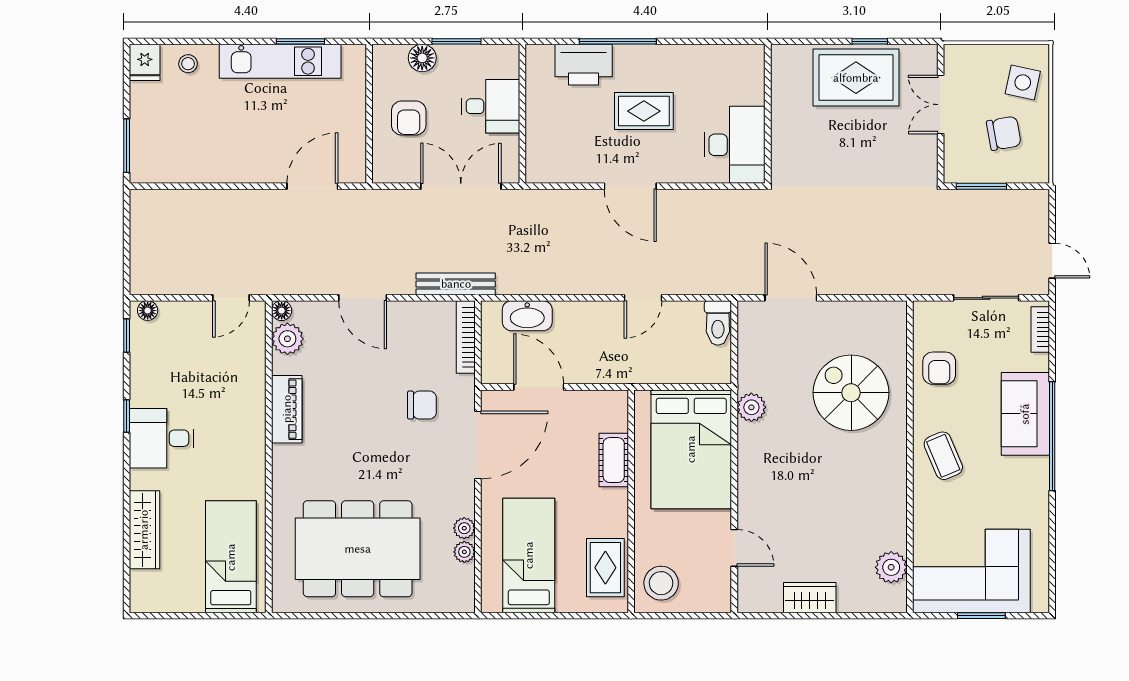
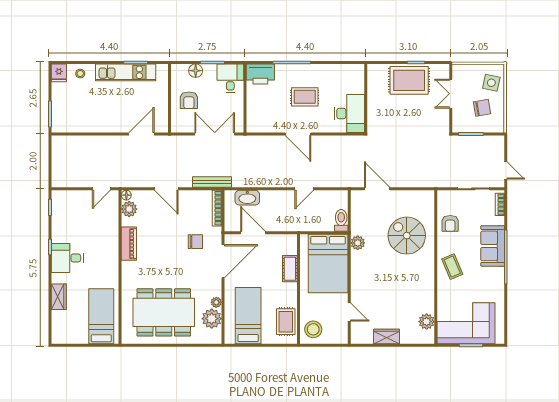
printer: (584, 65) -> (260, 74), moved
desk: (491, 106) -> (230, 78), moved, turned -90
floor lamp: (148, 311) -> (60, 195), removed
toilet: (718, 323) -> (341, 220), moved, turned 180
wardrobe: (144, 530) -> (59, 297), width x0.67
plant: (464, 552) -> (212, 319), width x1.87, depth x1.87

